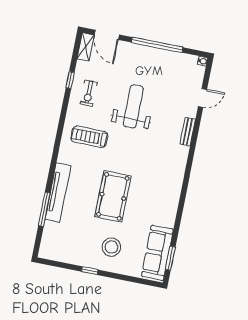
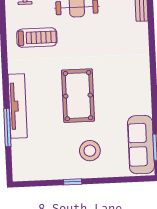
treadmill: (89, 137) -> (37, 38), turned 180

